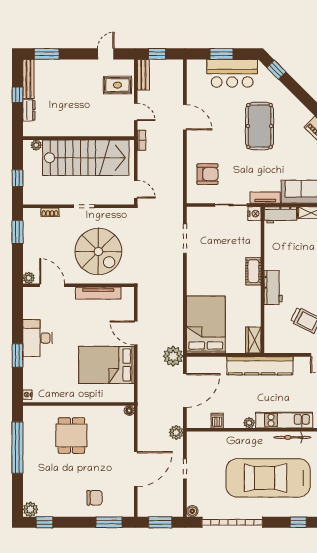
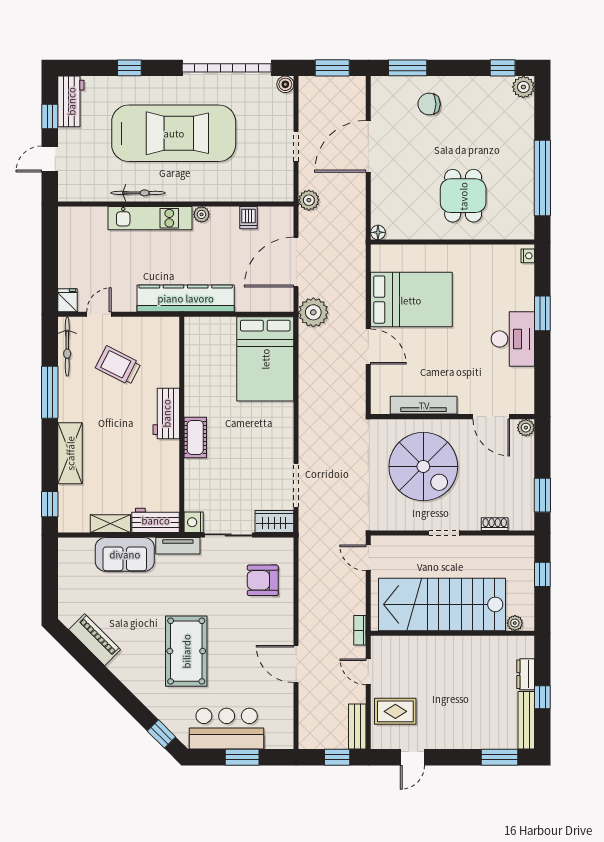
spiral stairs: (98, 251) -> (423, 466), turned 180
wardrobe: (253, 340) -> (274, 521), moved, turned -90

